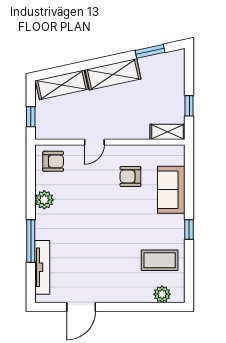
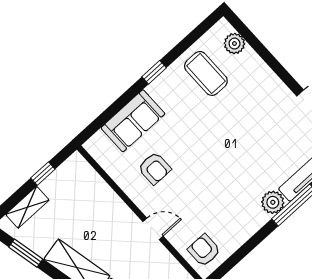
shelving: (168, 132) -> (27, 207), moved, turned 90
plant: (44, 200) -> (273, 202), moved

